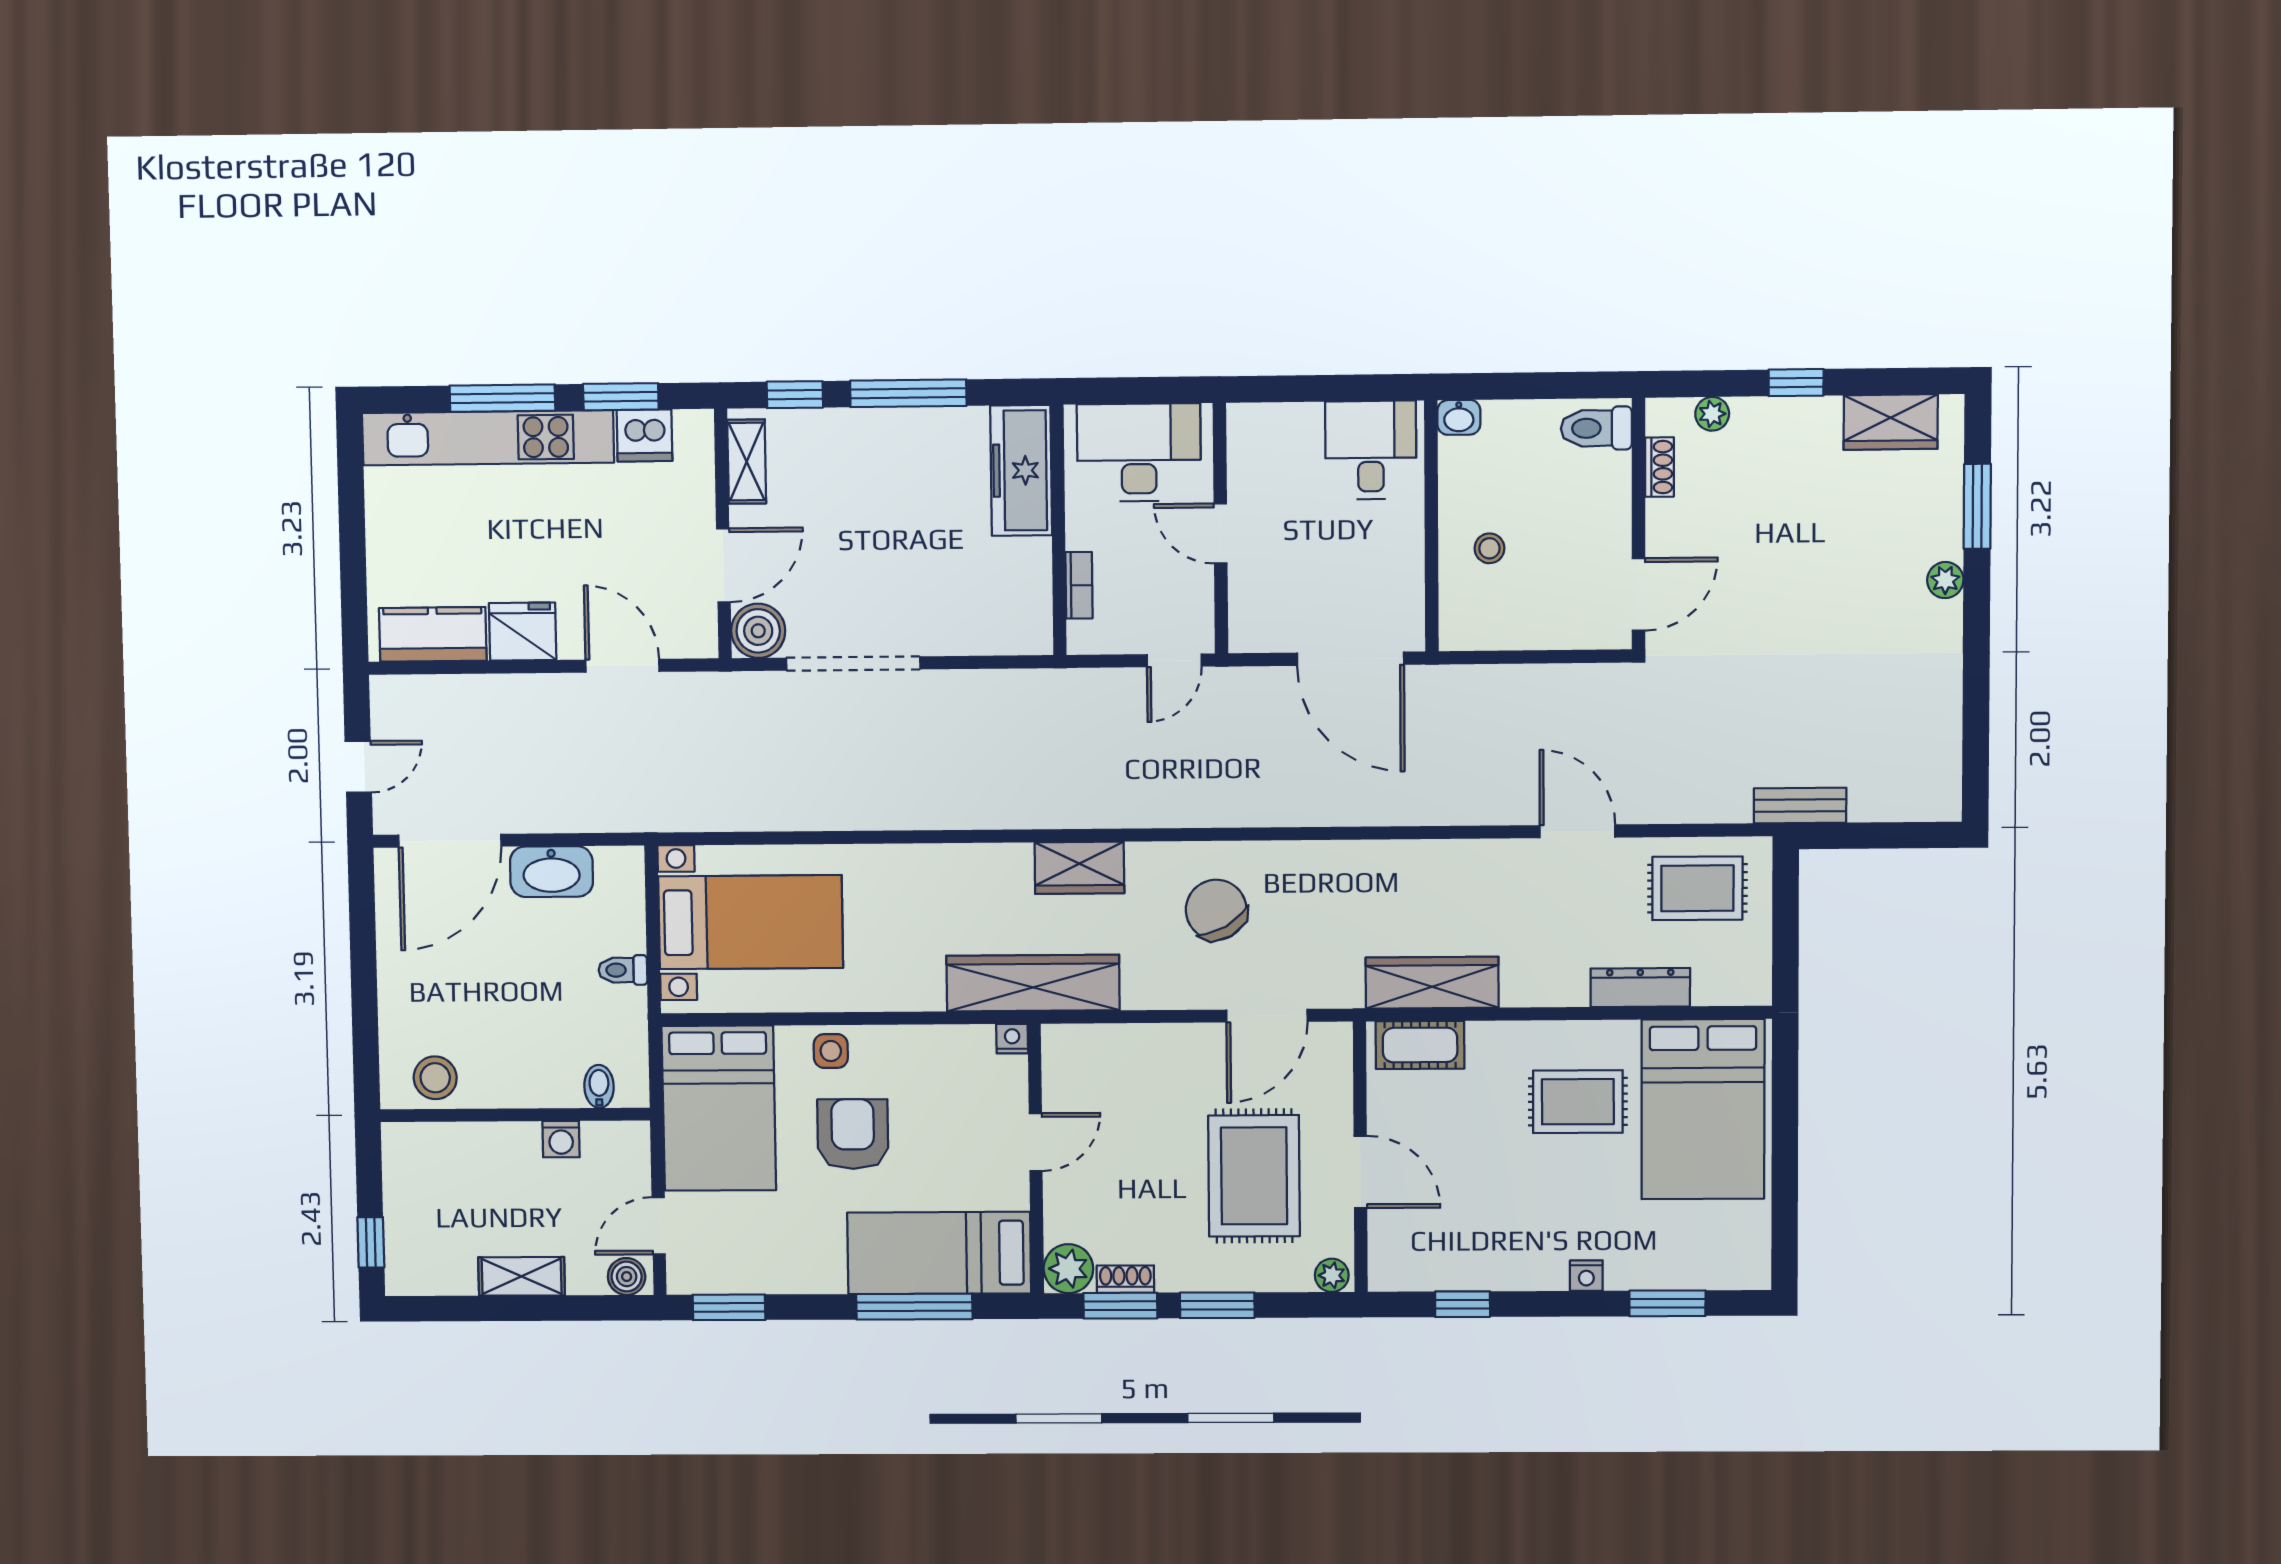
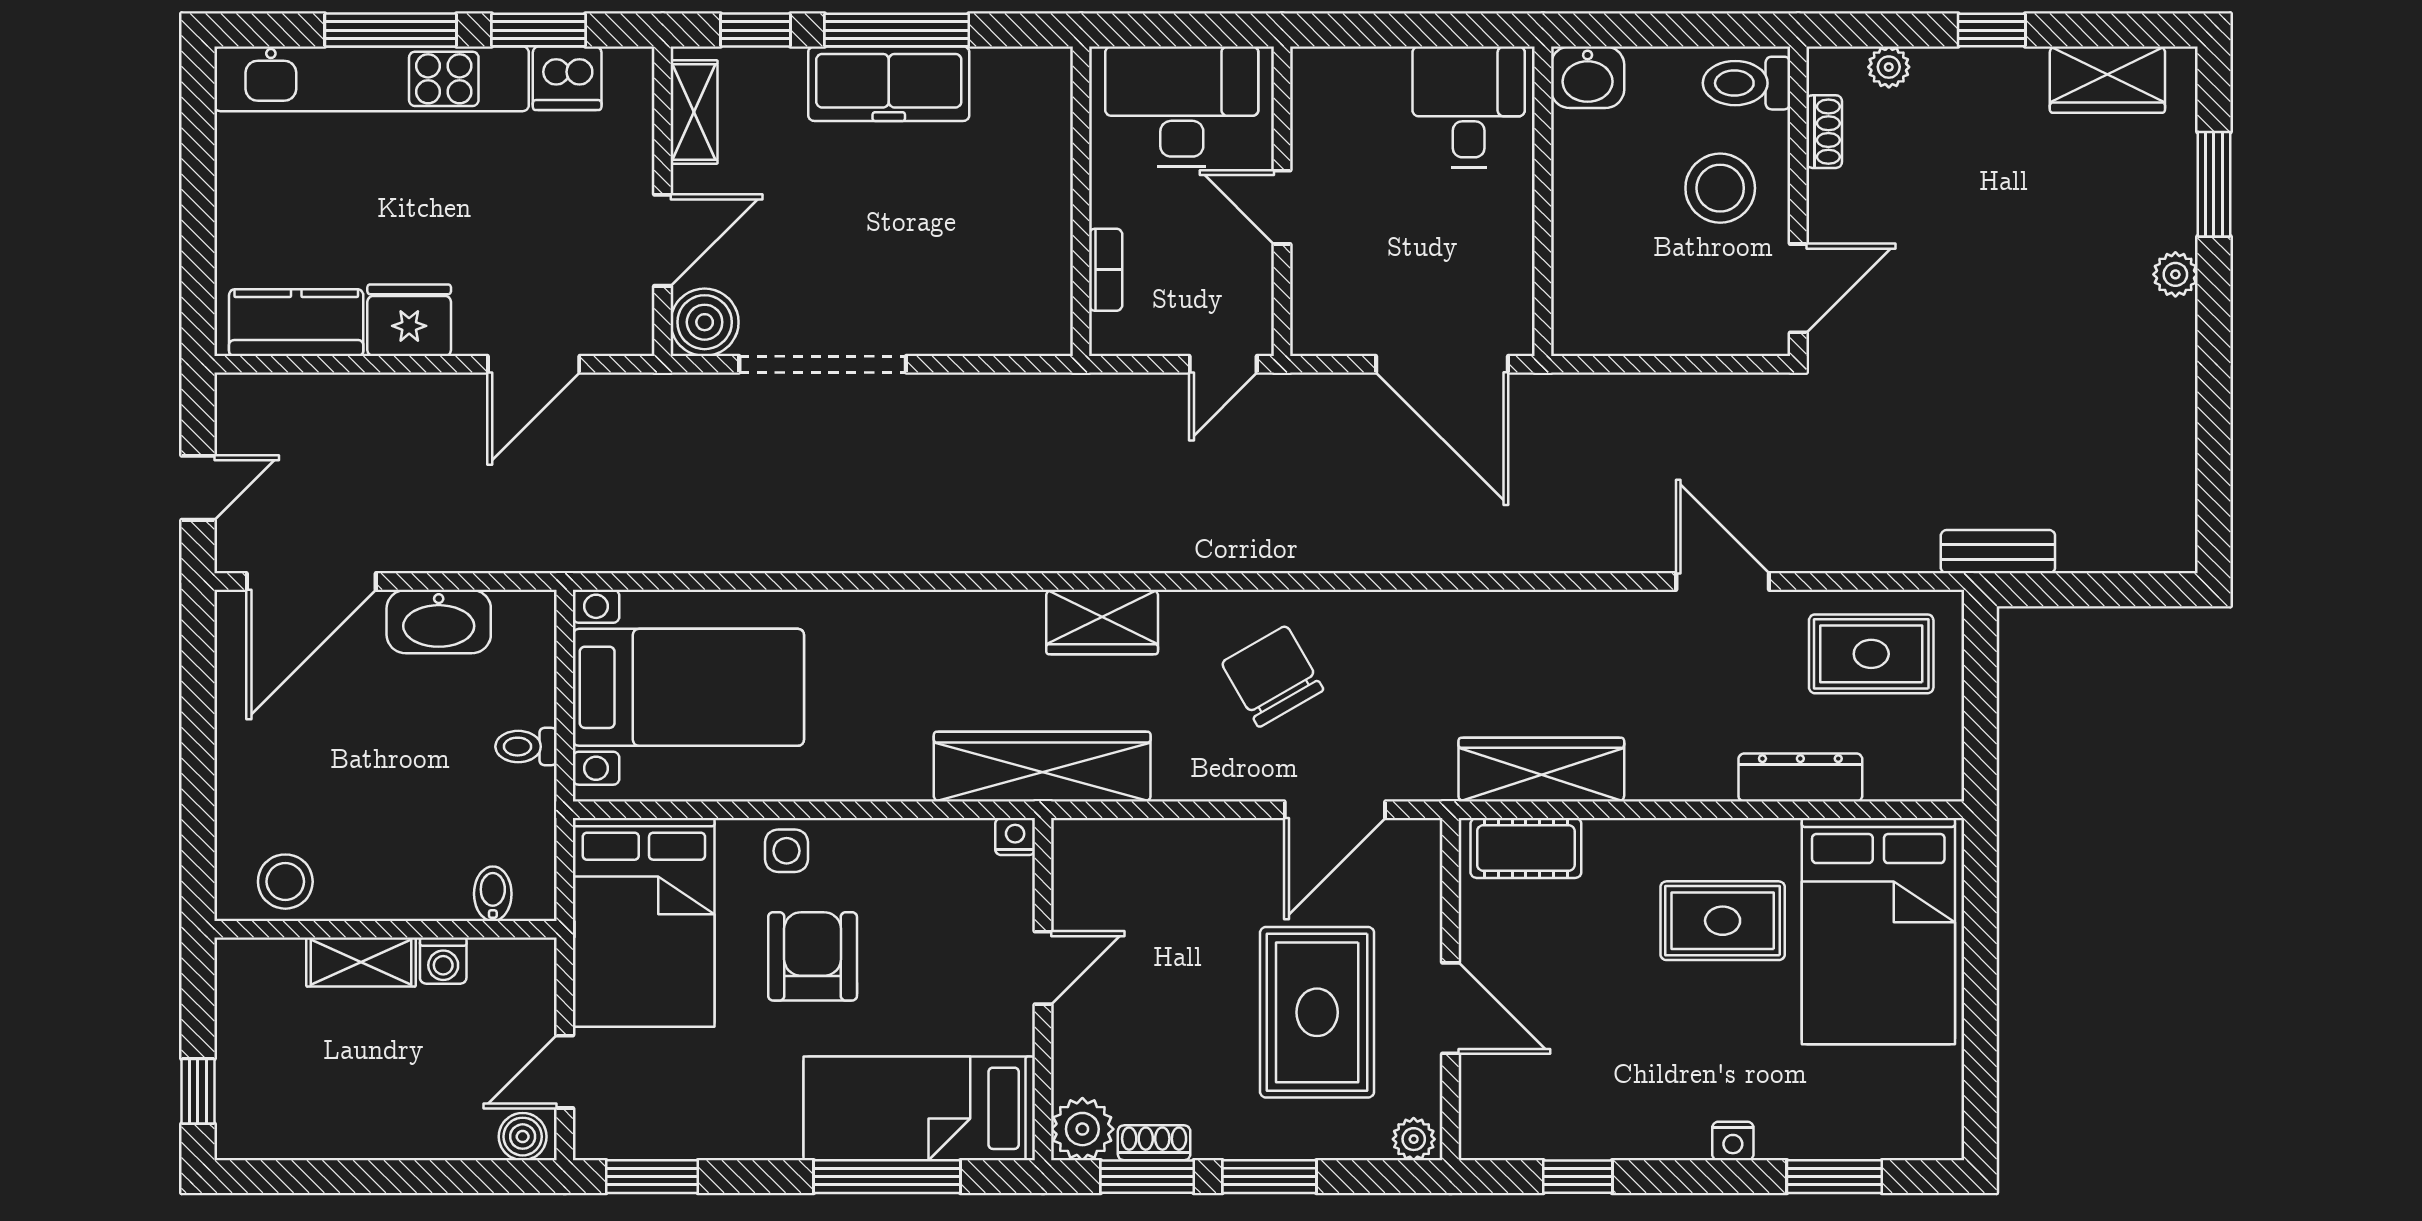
washbasin: (1459, 417) -> (1588, 77), width x1.38, depth x1.45
freezer: (1021, 470) -> (889, 84), moved, turned -90
stool: (1489, 548) -> (1720, 188), moved, width x1.89, depth x1.89
door: (622, 666) -> (534, 364), swing flipped
shelving: (522, 1276) -> (361, 962), moved

